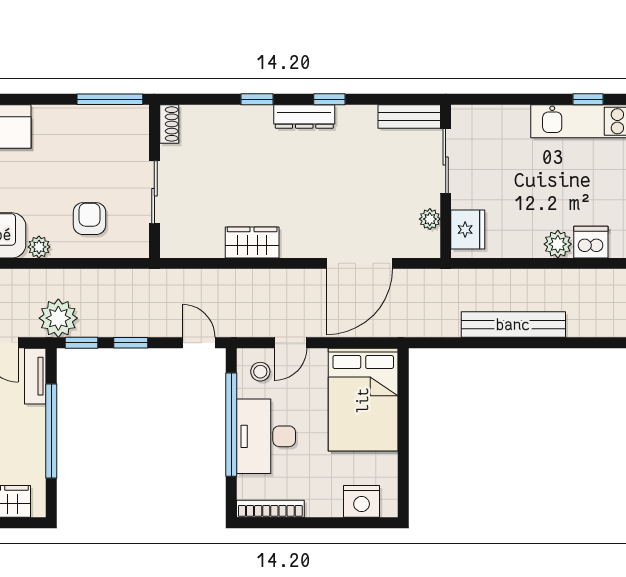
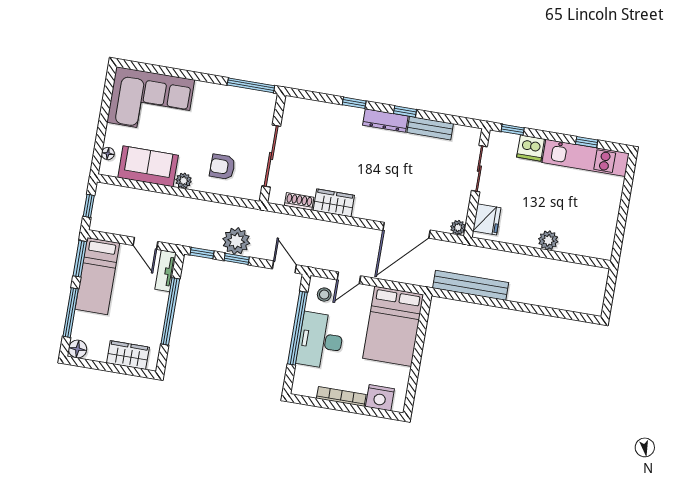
window: (483, 99) -> (513, 130), added
bench: (409, 116) -> (430, 128), moved
shoe rack: (169, 124) -> (299, 201), moved, turned -90
sliding door: (154, 192) -> (271, 156), width x1.37
armchair: (90, 219) -> (222, 167), turned -90
plant: (430, 219) -> (458, 227), moved
dishwasher: (591, 242) -> (531, 148), moved, turned 180
plant: (58, 318) -> (236, 241), moved
bench: (513, 325) -> (471, 285), moved
bookcase: (270, 509) -> (341, 396), moved

